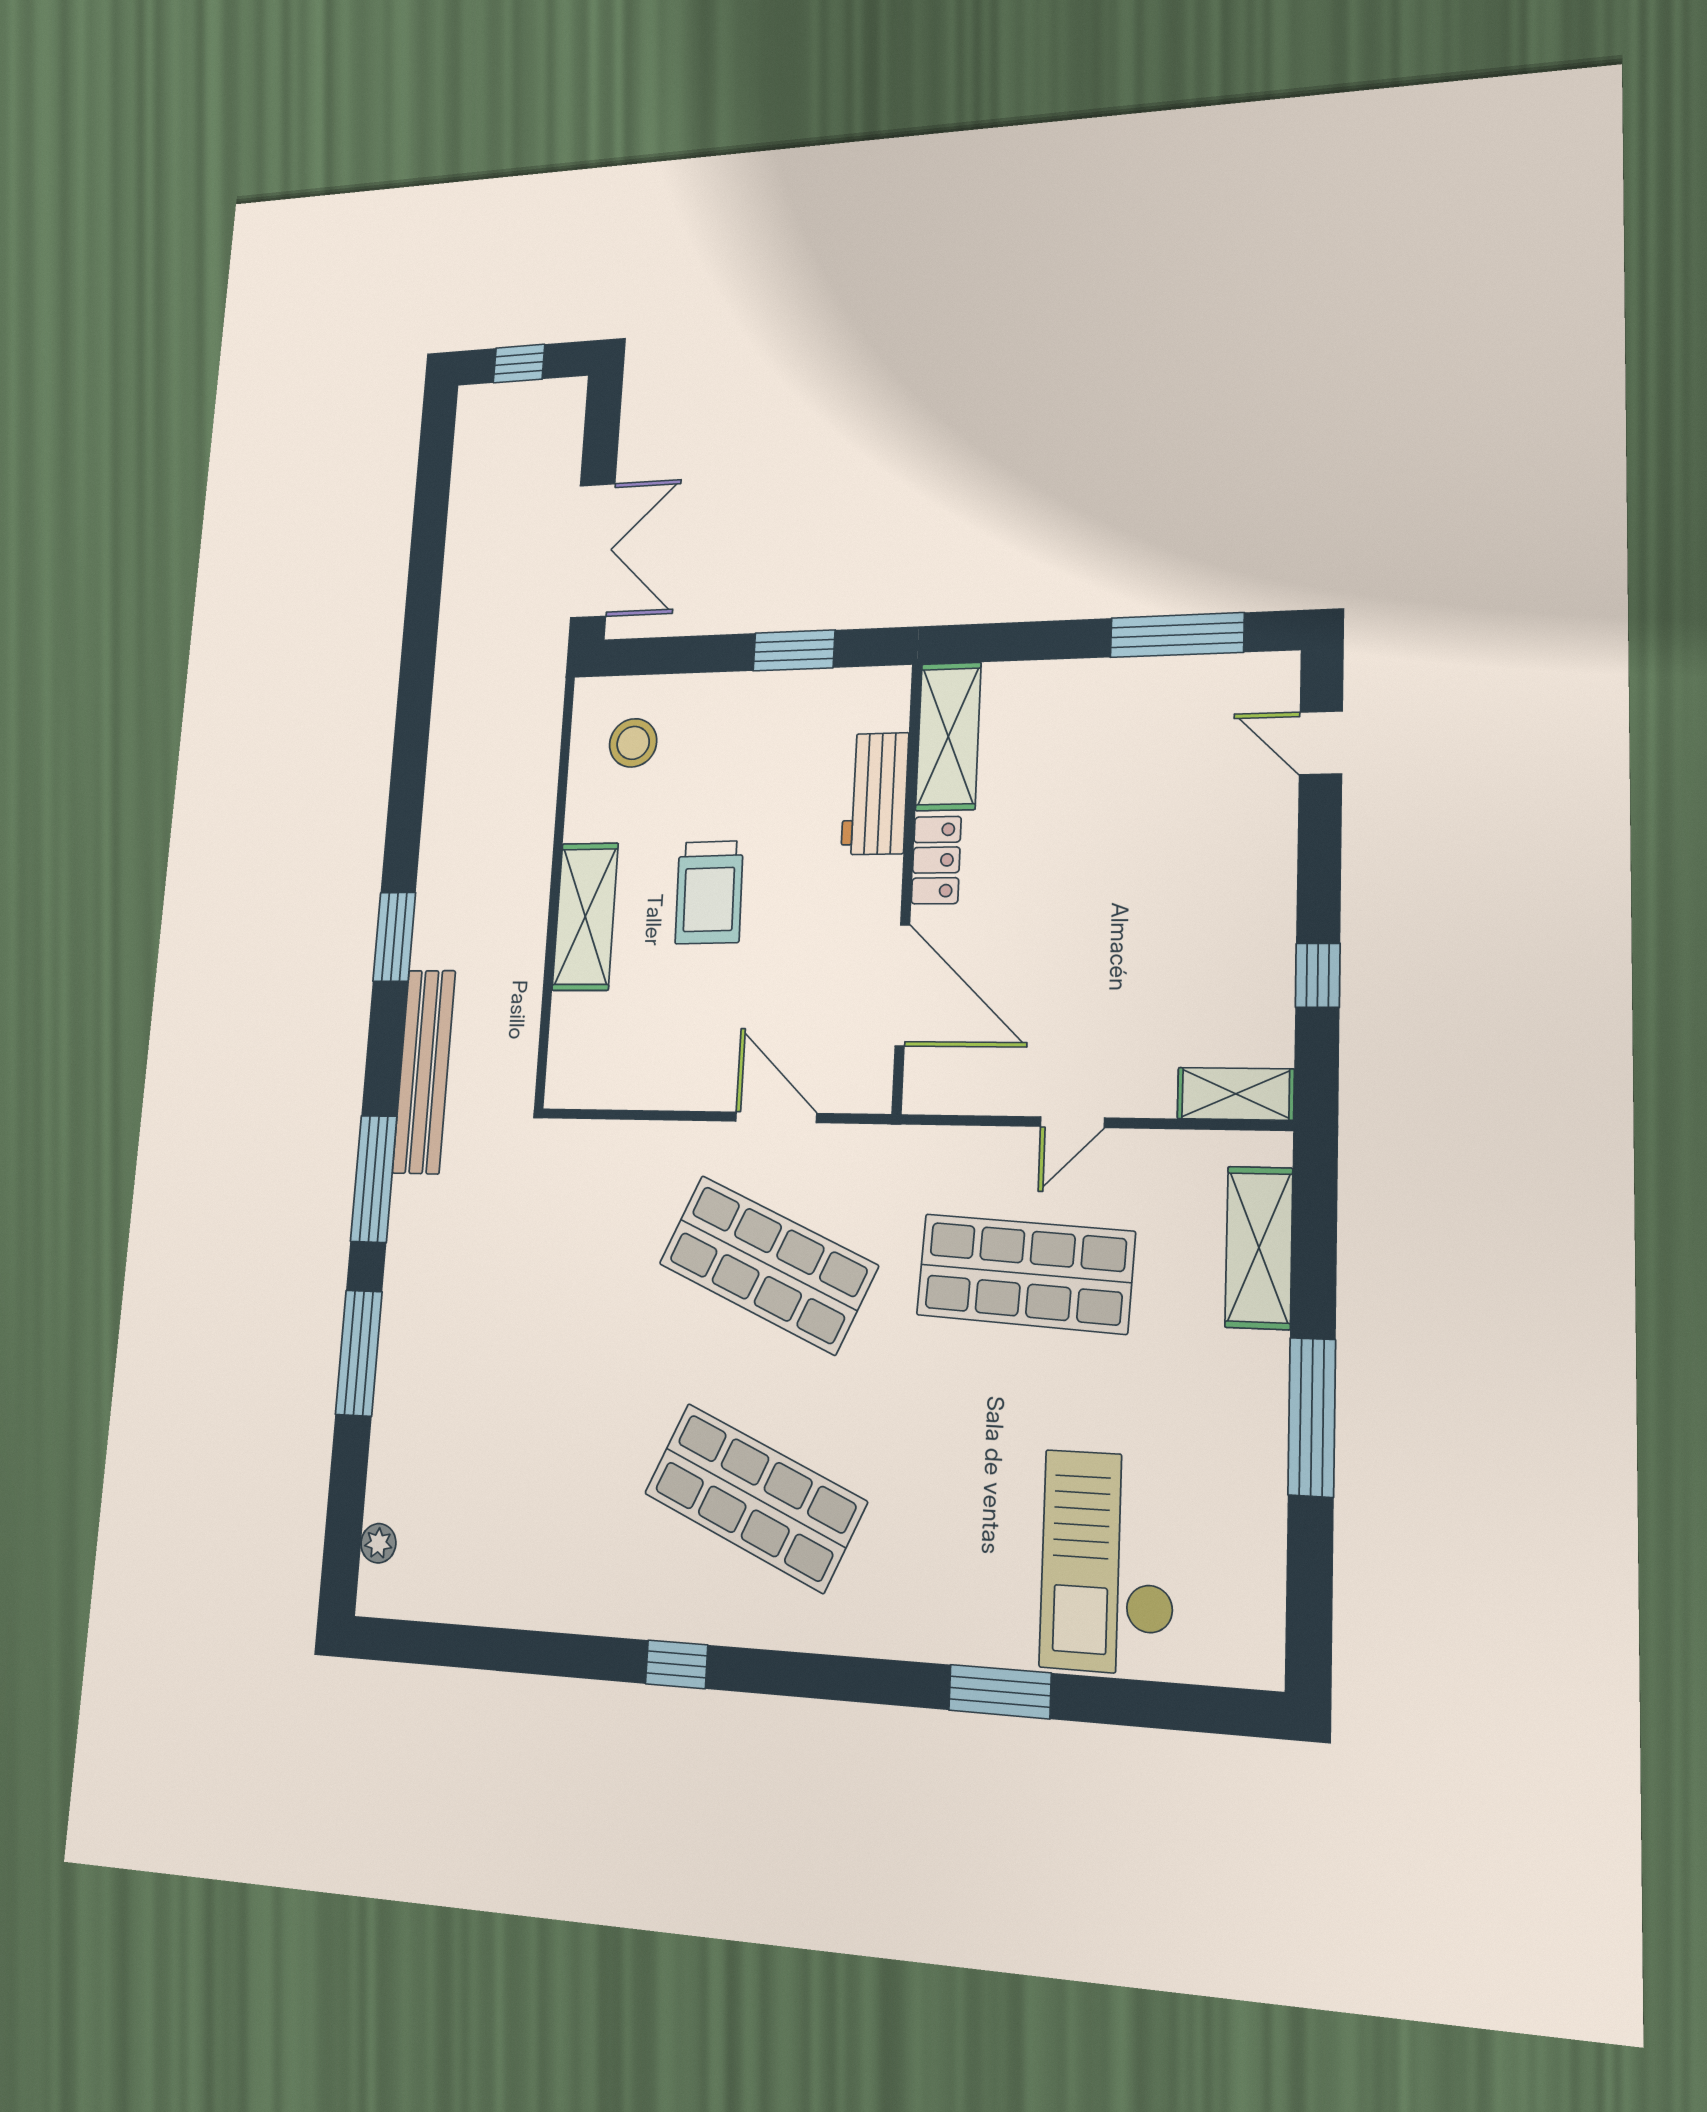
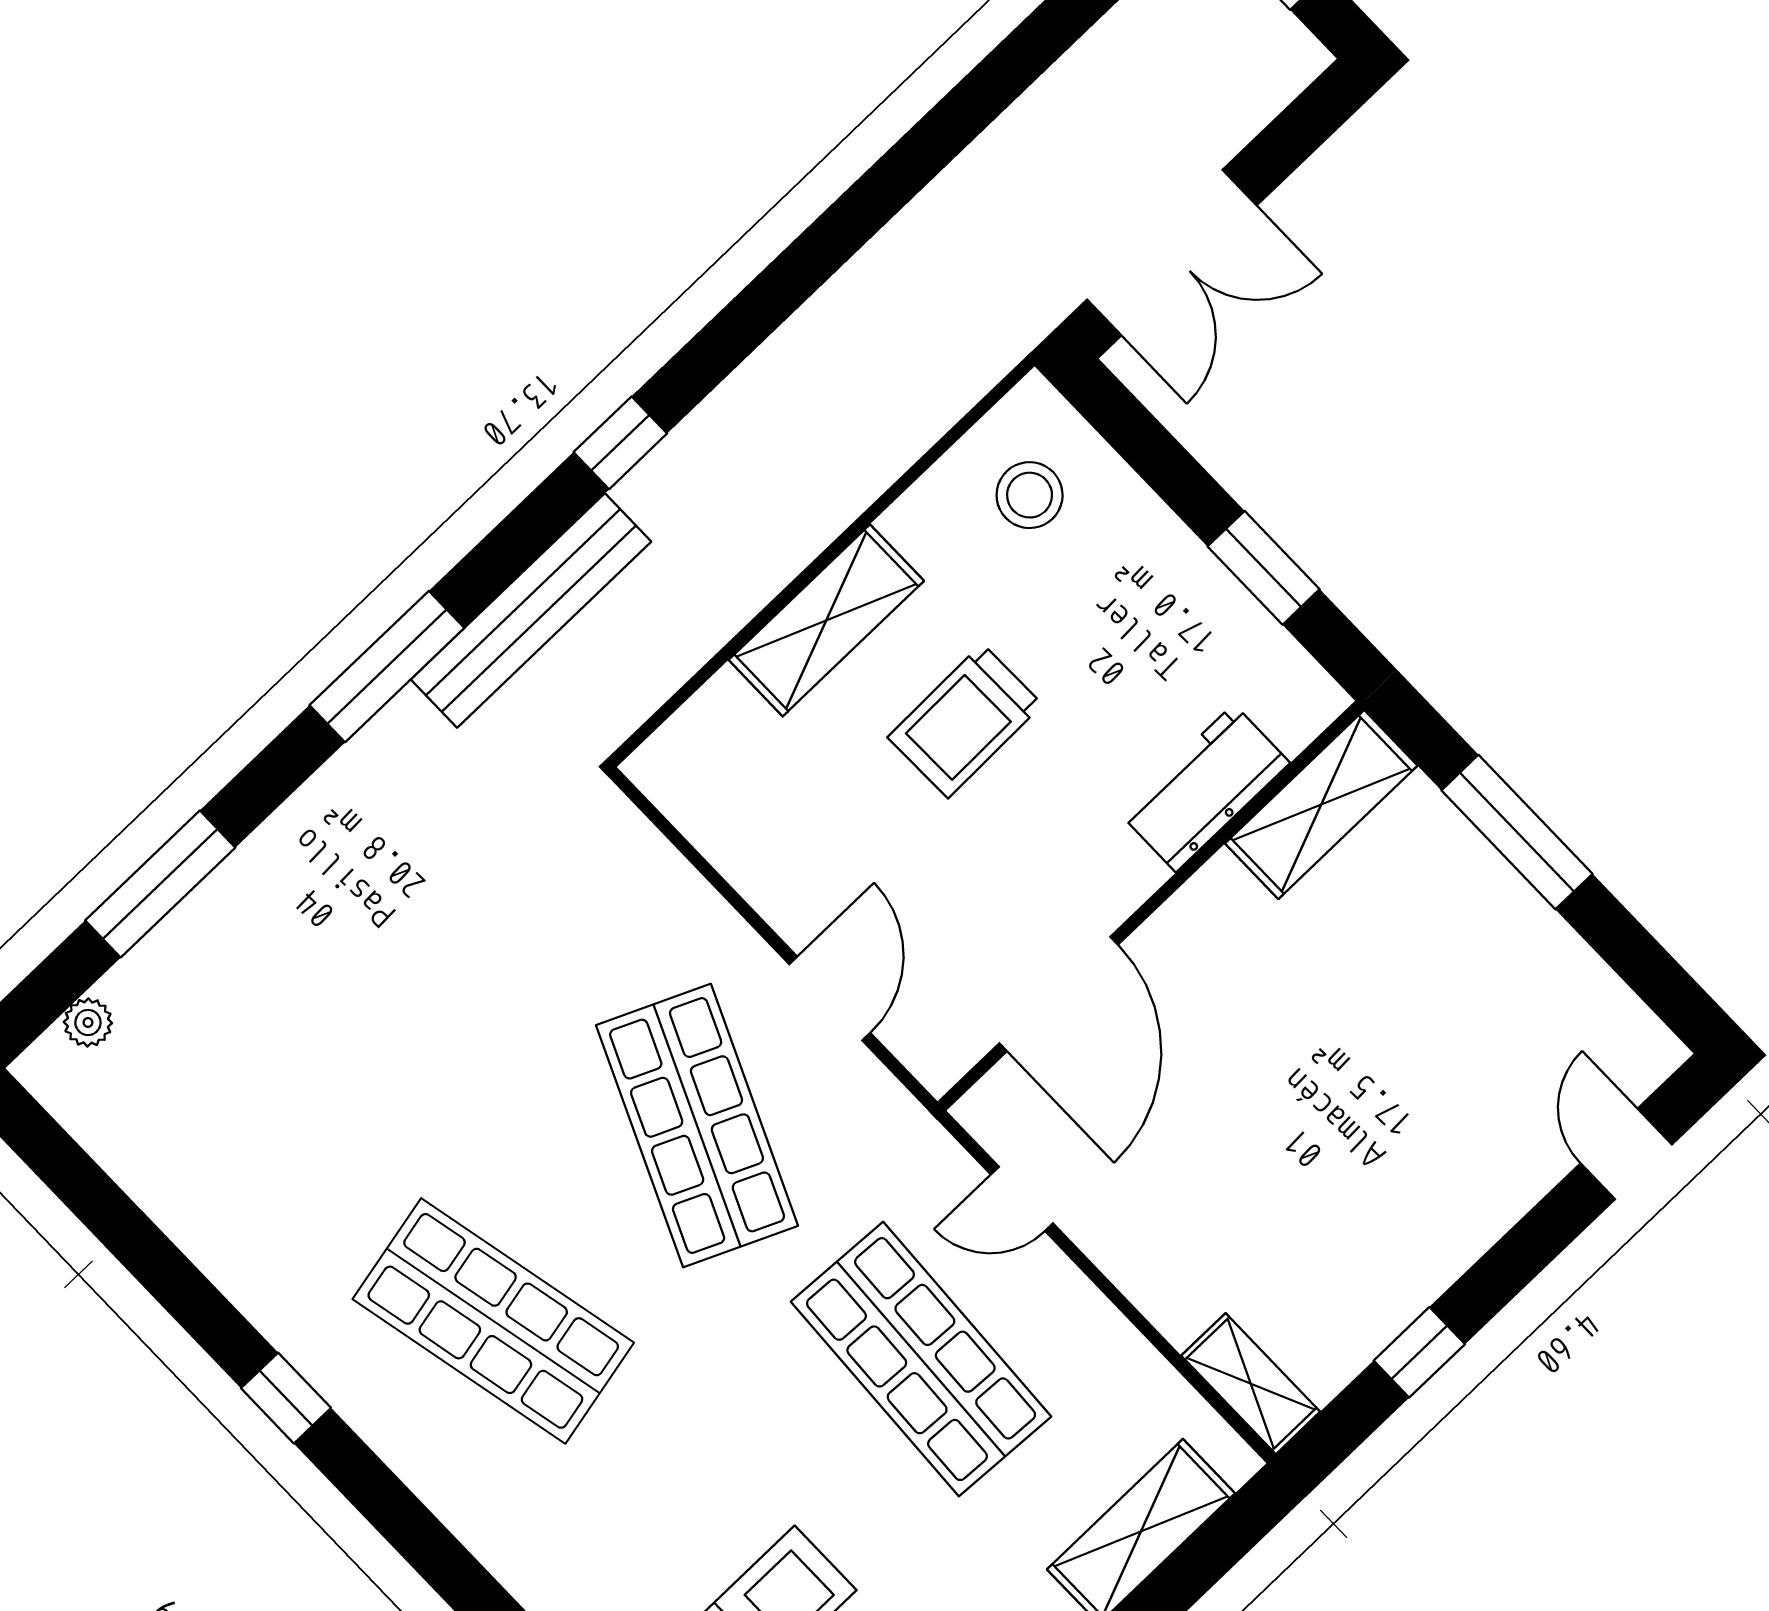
window: (1177, 635) -> (1517, 832), moved
locker: (936, 860) -> (1199, 910), removed
window: (394, 937) -> (620, 443), width x0.67
door: (1072, 1122) -> (1022, 1199), moved
window: (359, 1353) -> (160, 884), moved
shop shelf: (755, 1498) -> (493, 1321), turned -36

